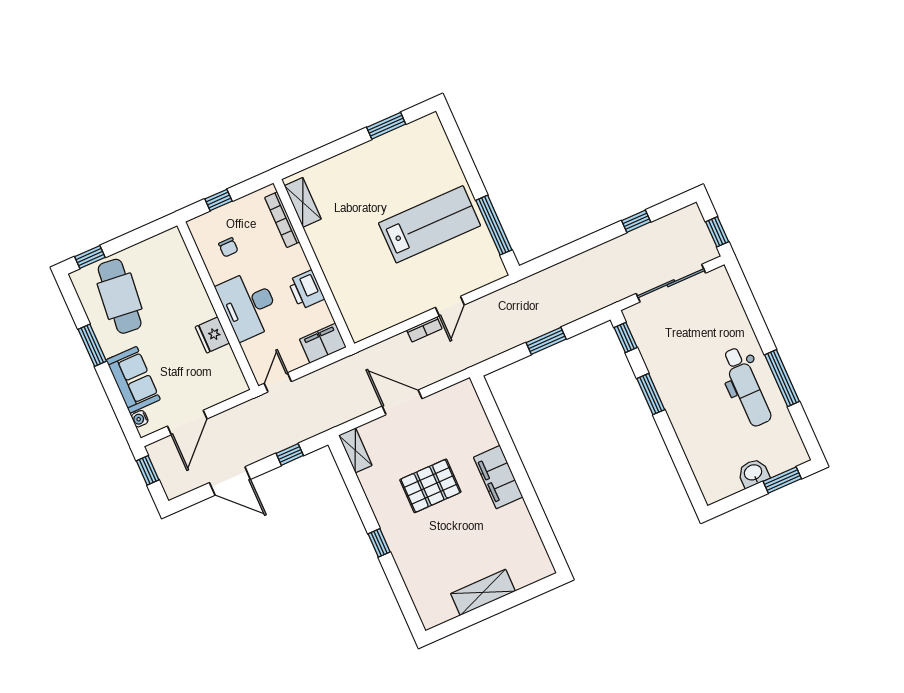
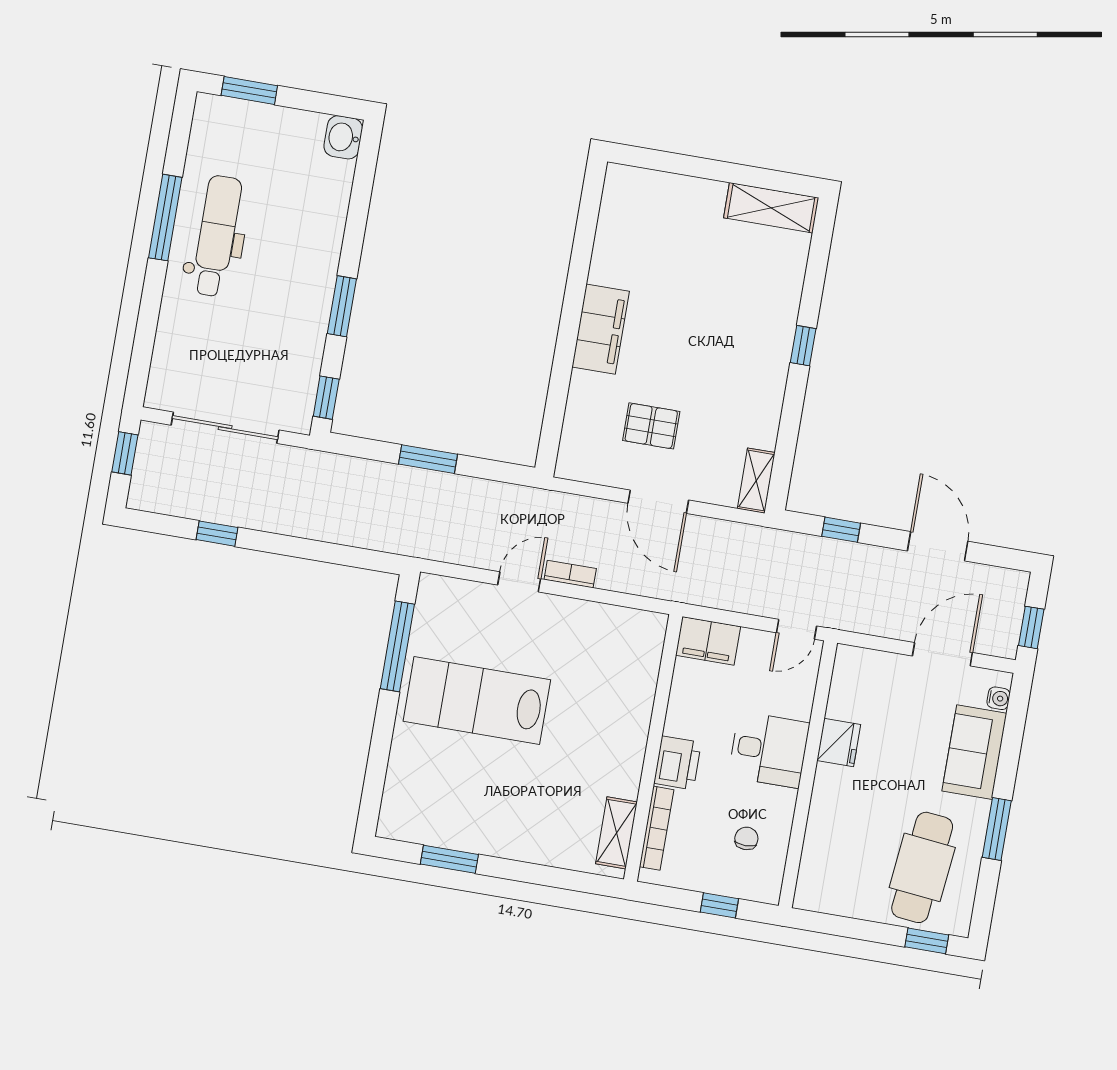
printer: (306, 290) -> (677, 763), moved
desk: (249, 305) -> (769, 750), width x0.73
washbasin: (753, 473) -> (343, 137), moved, turned 90
pallet: (430, 486) -> (651, 426), moved, width x0.67, depth x0.71
shelving: (483, 592) -> (771, 208), moved

